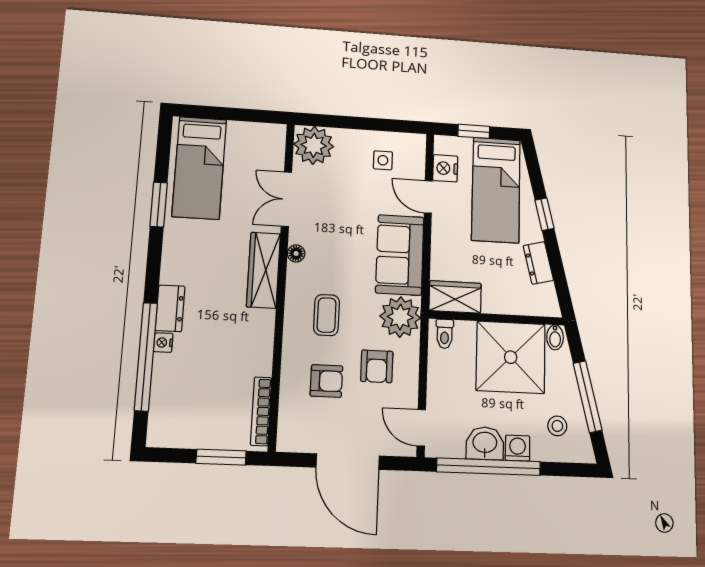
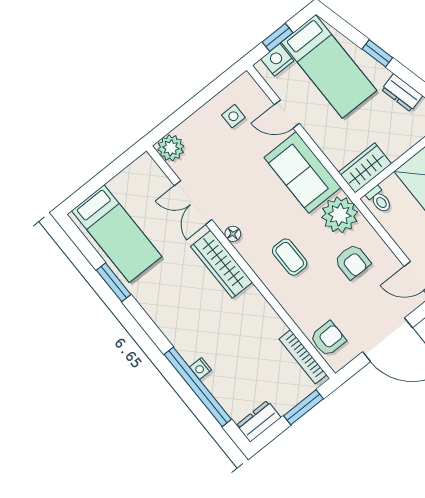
plant: (314, 145) -> (171, 148), width x0.73, depth x0.73
nightstand: (445, 168) -> (277, 60), moved, turned 90
dresser: (170, 308) -> (259, 421), moved, turned -90
armchair: (326, 381) -> (328, 339), moved

